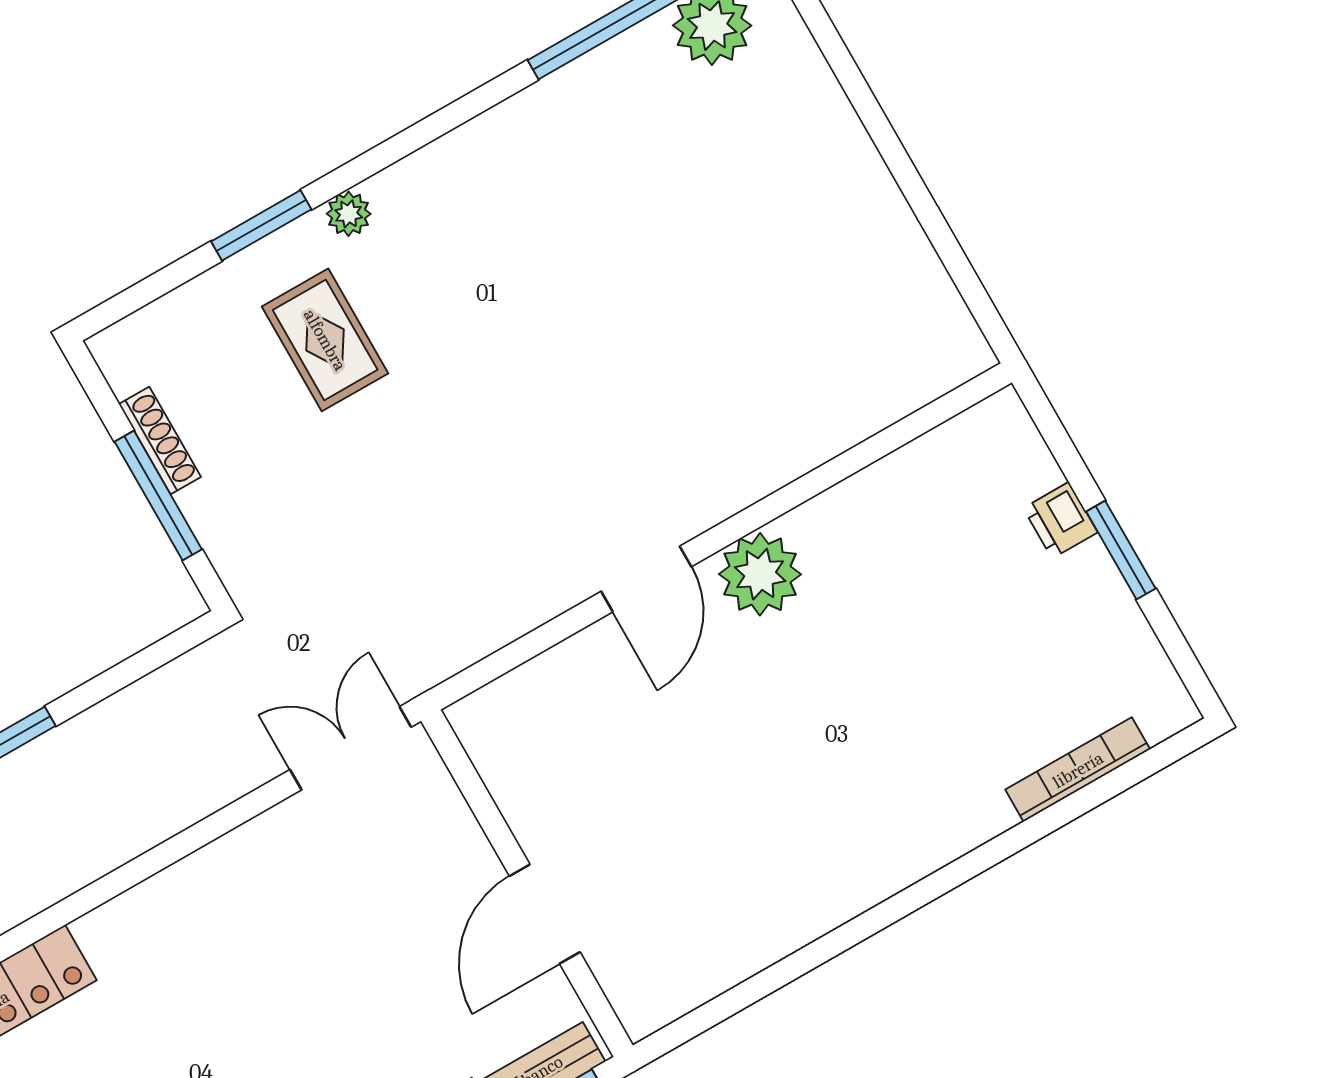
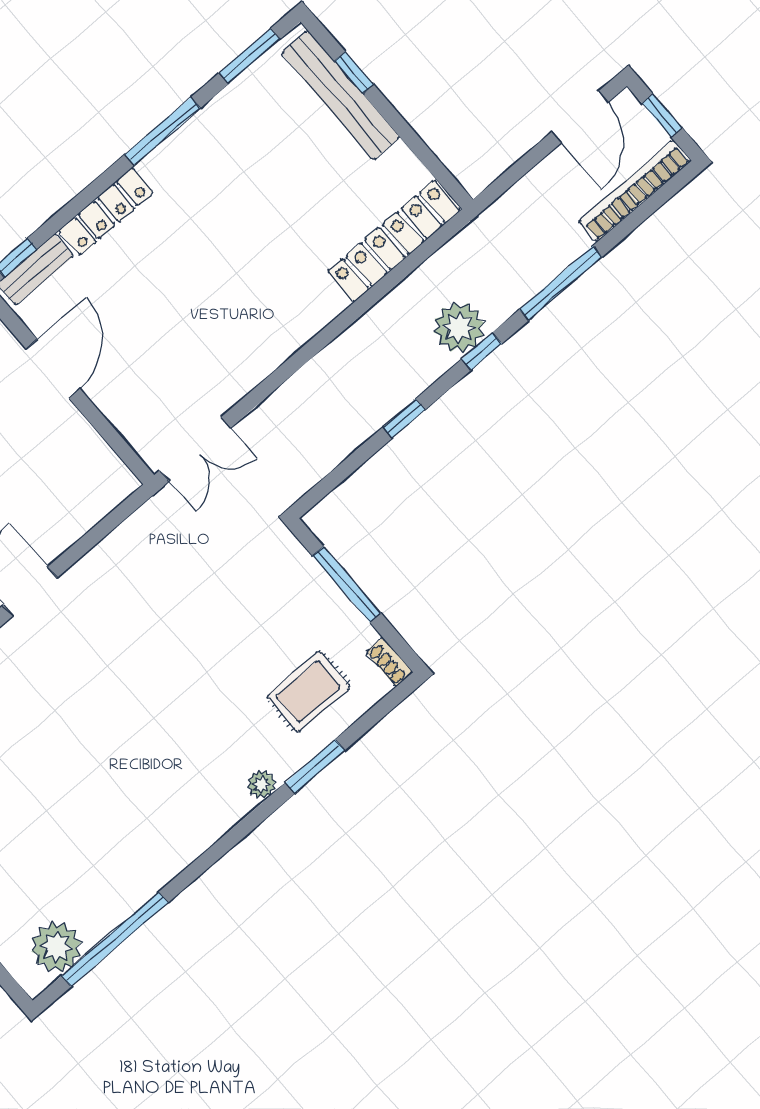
rug: (325, 340) -> (308, 692), moved, turned 90
shoe rack: (160, 441) -> (389, 662), moved, width x0.70

